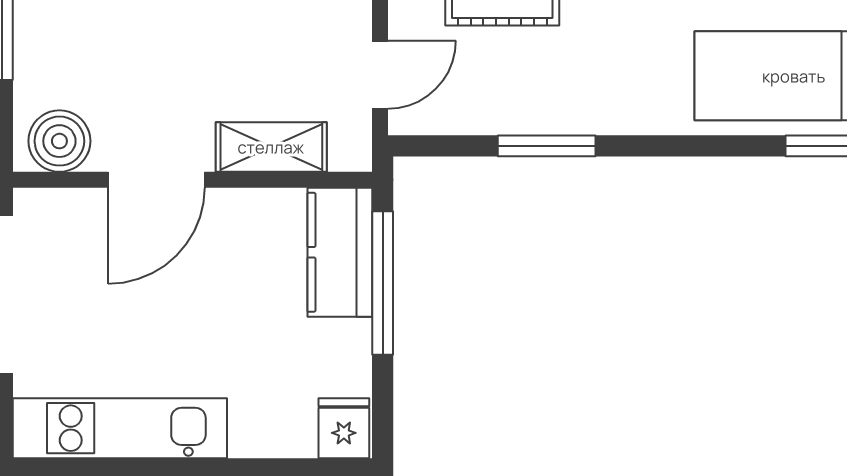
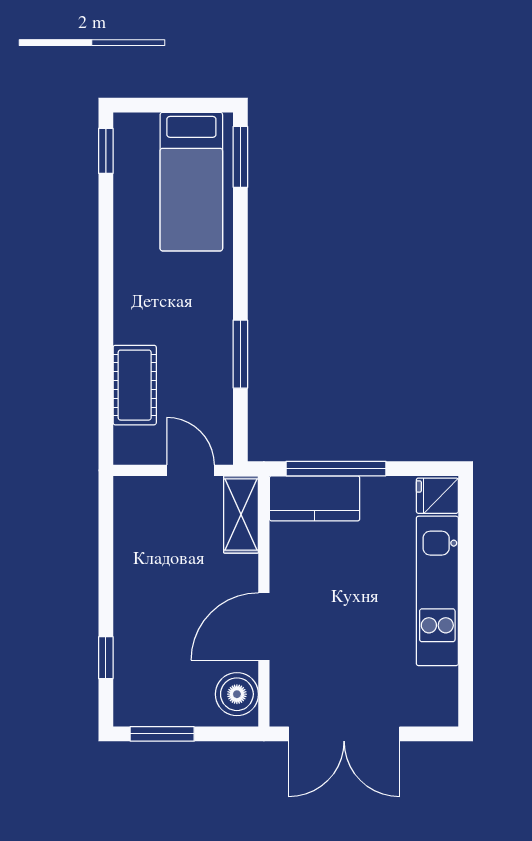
shelving: (271, 147) -> (241, 515), moved
door: (156, 180) -> (264, 627), swing flipped
kitchen unit: (120, 428) -> (437, 591), moved

